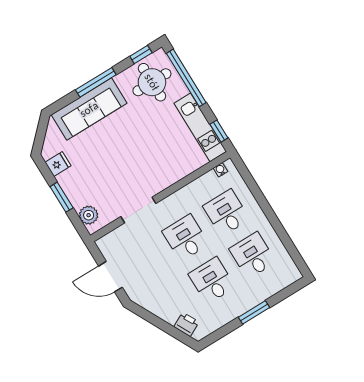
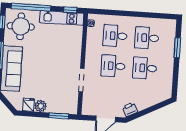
window: (62, 197) -> (59, 116), moved
plant: (89, 215) -> (41, 106), moved
window: (254, 312) -> (177, 48), moved
printer: (186, 324) -> (130, 109), moved

